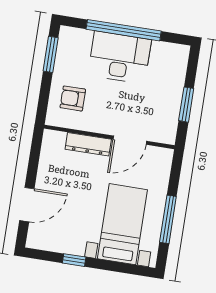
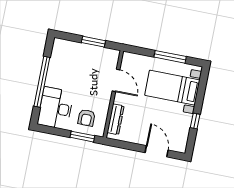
window: (51, 54) -> (82, 137), moved
desk: (120, 57) -> (55, 108), moved
dresser: (88, 144) -> (116, 119), moved

